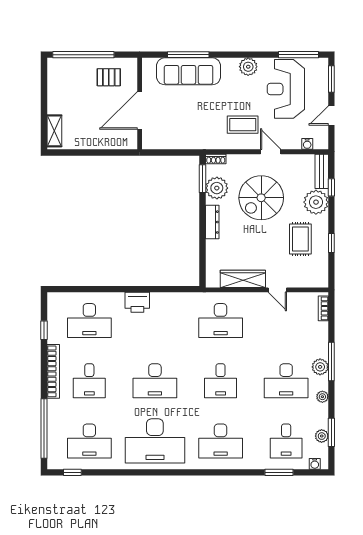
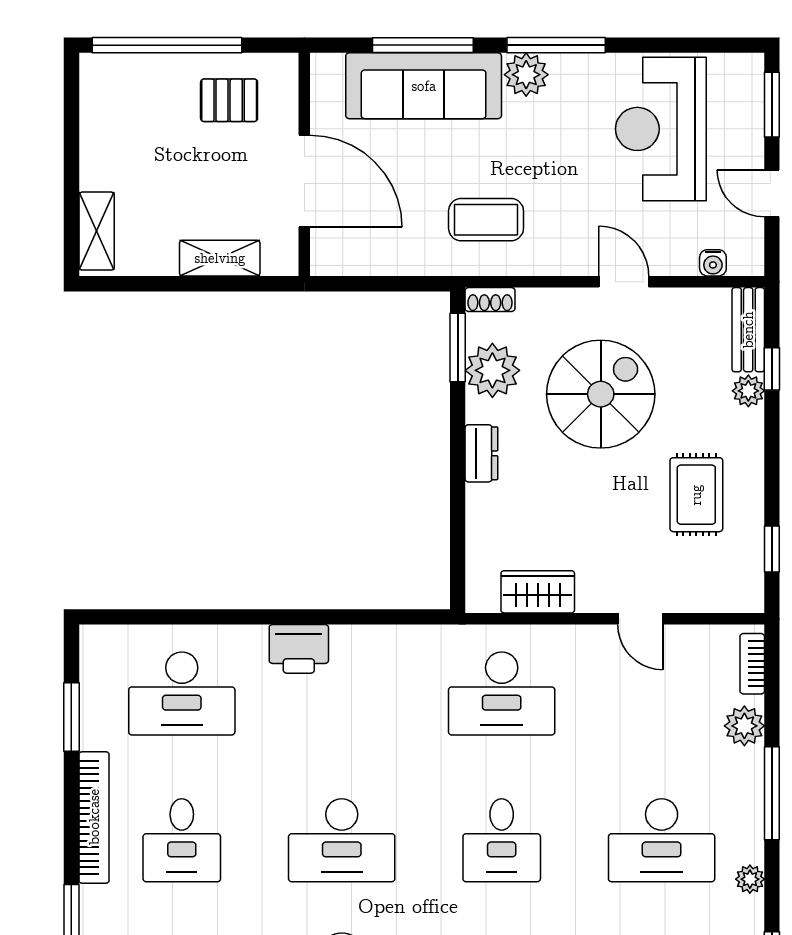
window: (299, 55) -> (556, 45), moved
plant: (248, 67) -> (526, 75), moved
door: (140, 110) -> (304, 181), swing flipped
door: (331, 115) -> (772, 193), hinge flipped
coffee table: (243, 125) -> (486, 220), moved
shelving: (105, 142) -> (220, 258), added
spiral stairs: (261, 198) -> (601, 394), turned 180
plant: (316, 202) -> (748, 391), width x0.53, depth x0.53
dresser: (212, 222) -> (481, 453), width x0.70
window: (331, 243) -> (772, 549), moved
wardrobe: (243, 279) -> (538, 592), width x0.67
window: (44, 330) -> (71, 717), width x1.50
plant: (320, 367) -> (744, 726), moved

